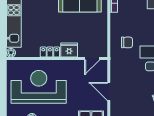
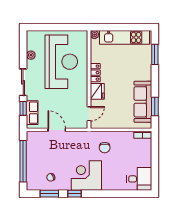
door: (92, 58) -> (89, 114), swing flipped
door: (109, 92) -> (57, 130), hinge flipped

